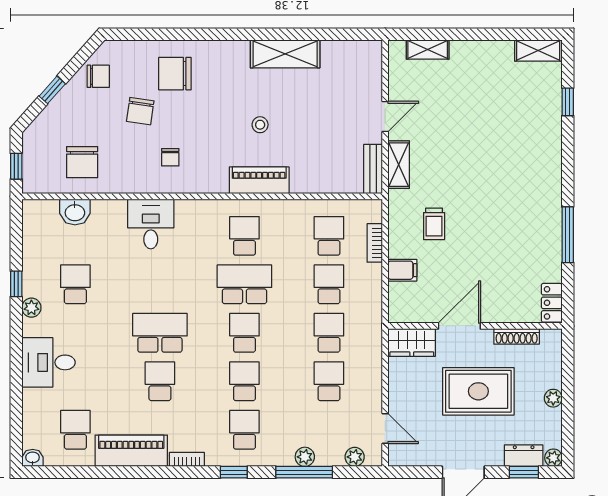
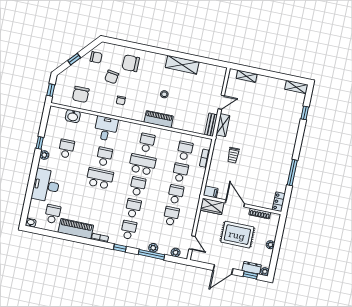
filing cabinet: (402, 270) -> (211, 192), moved
door: (459, 326) -> (235, 203), hinge flipped
desk: (49, 362) -> (46, 185), width x1.37
school desk: (160, 381) -> (104, 157), moved

